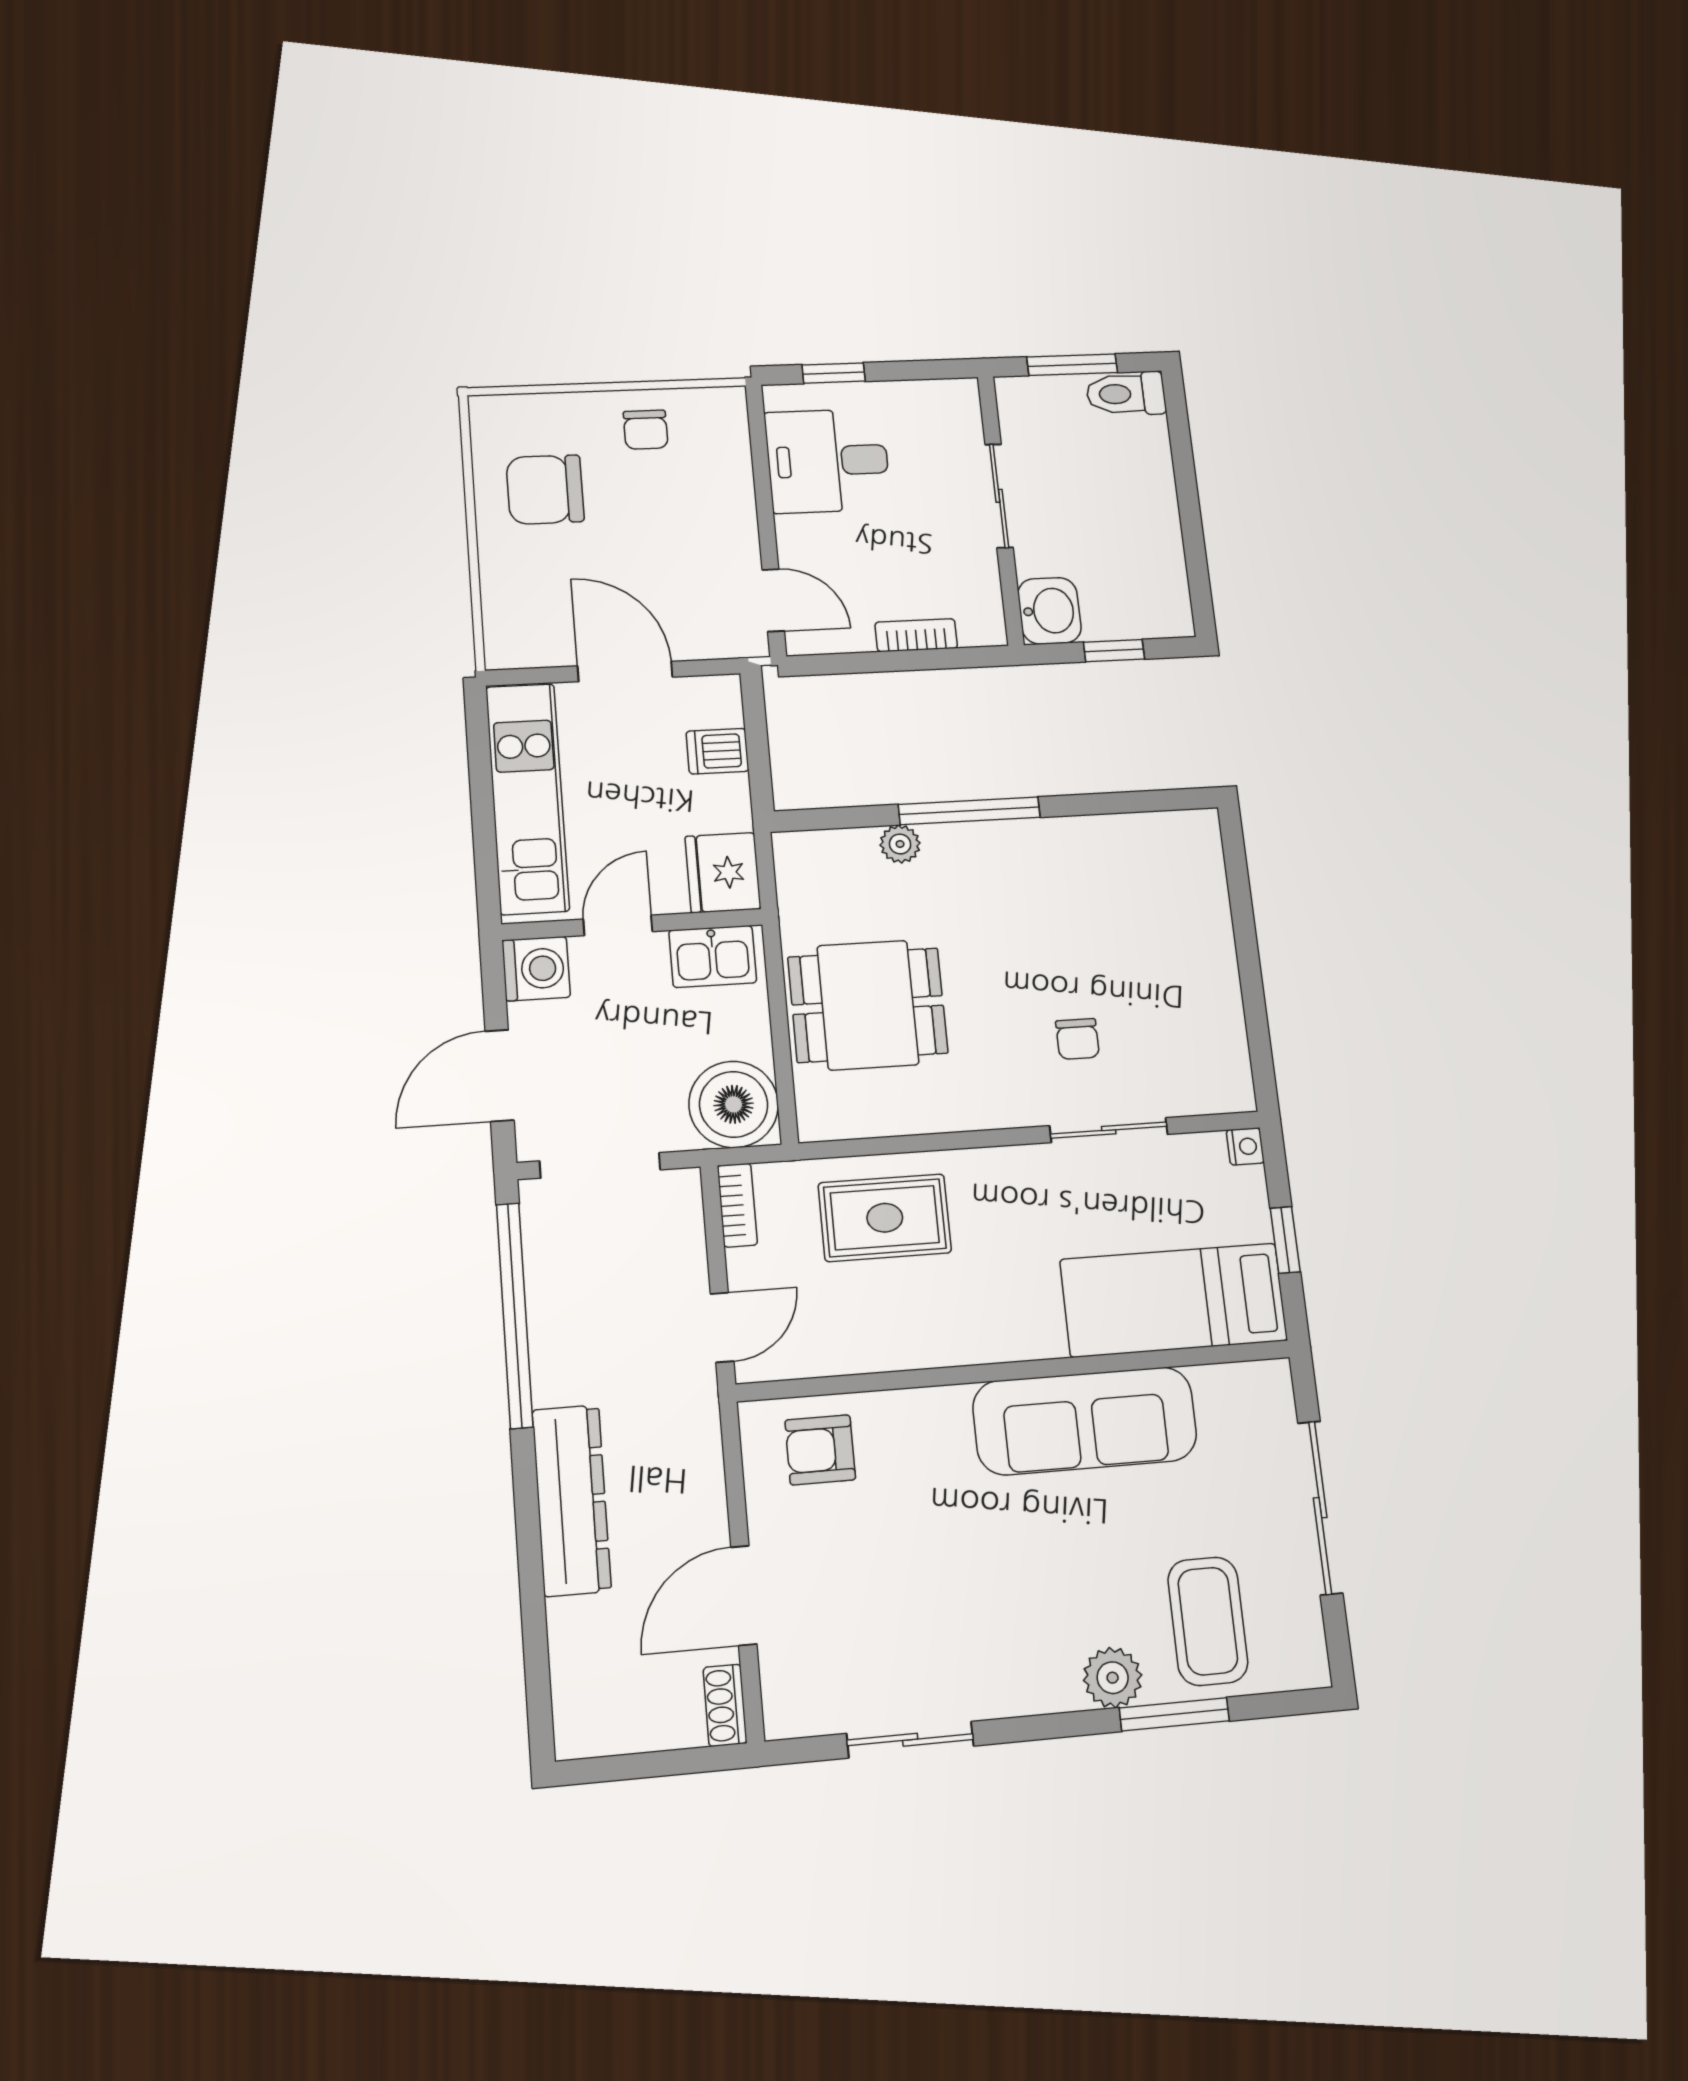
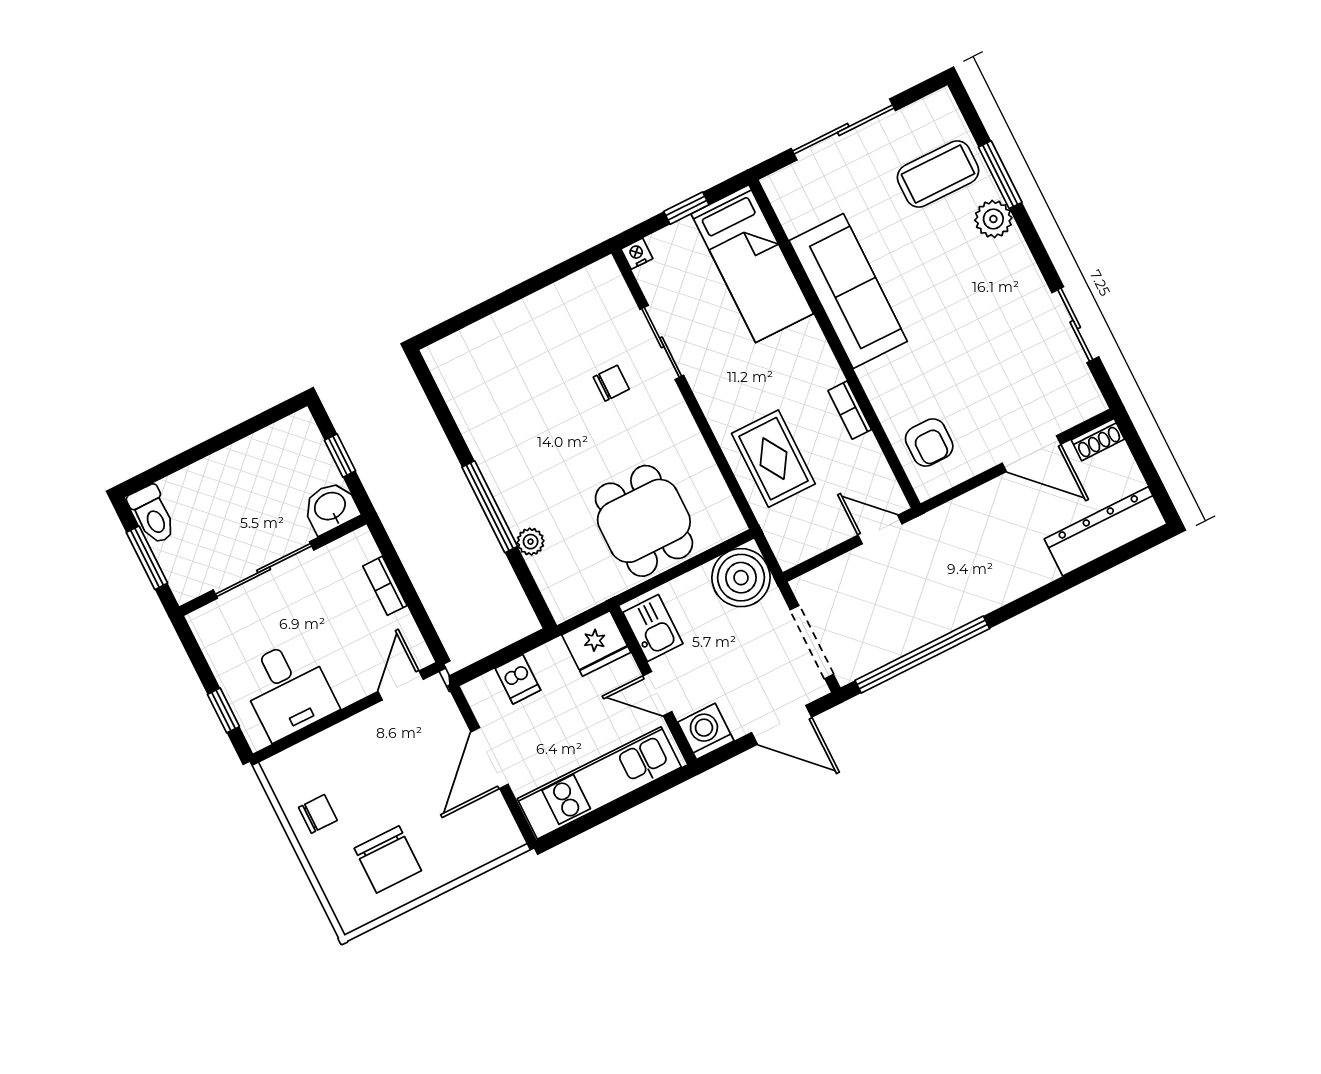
sliding door: (999, 496) -> (264, 570), width x1.37
bookcase: (737, 1205) -> (850, 410), moved, turned -90
dresser: (572, 1500) -> (1106, 531), moved

